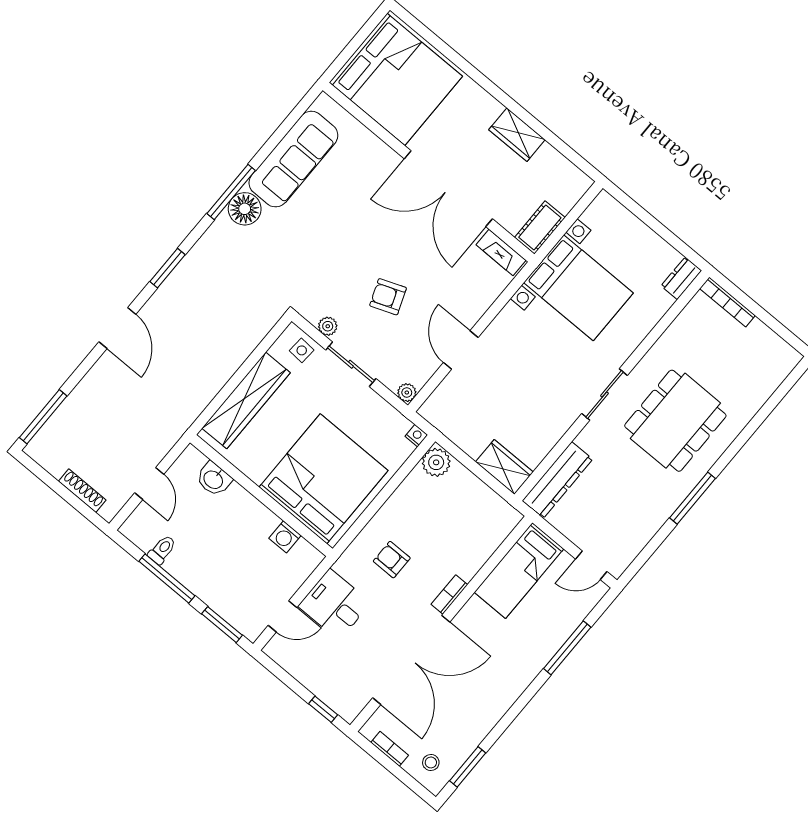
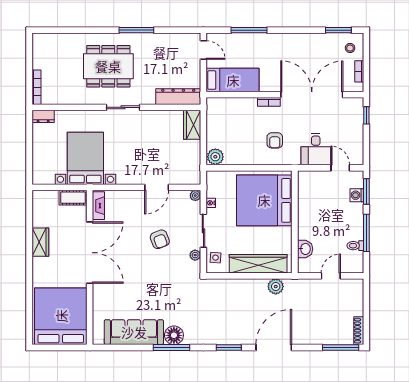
door: (117, 328) -> (274, 347), width x1.36
plant: (196, 398) -> (276, 286), added
nightstand: (416, 436) -> (211, 203), moved
shoe rack: (82, 491) -> (359, 331), moved
washing machine: (285, 537) -> (357, 195), moved, turned 180

